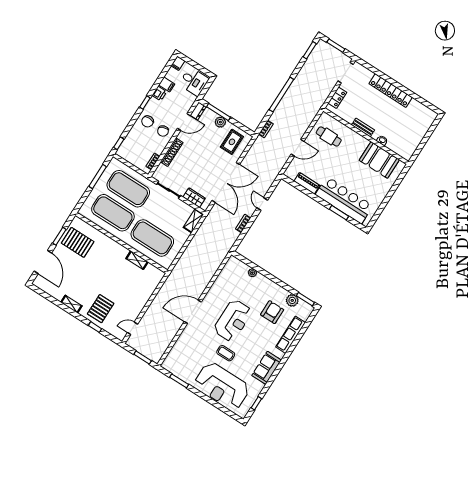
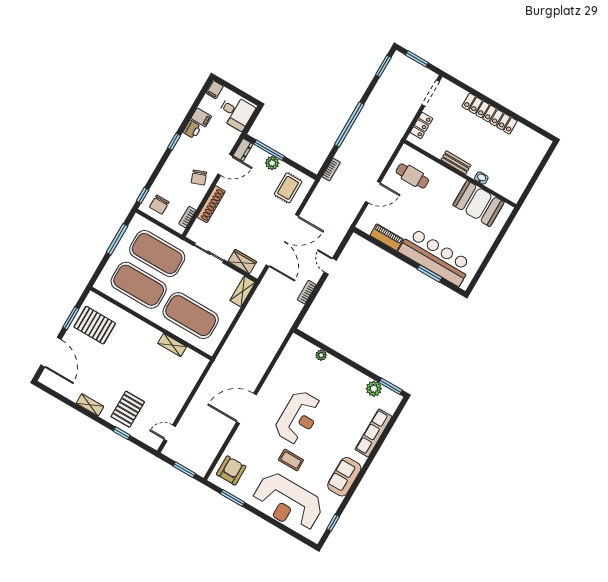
chair: (148, 121) -> (159, 205), moved
armchair: (272, 312) -> (231, 470), moved

